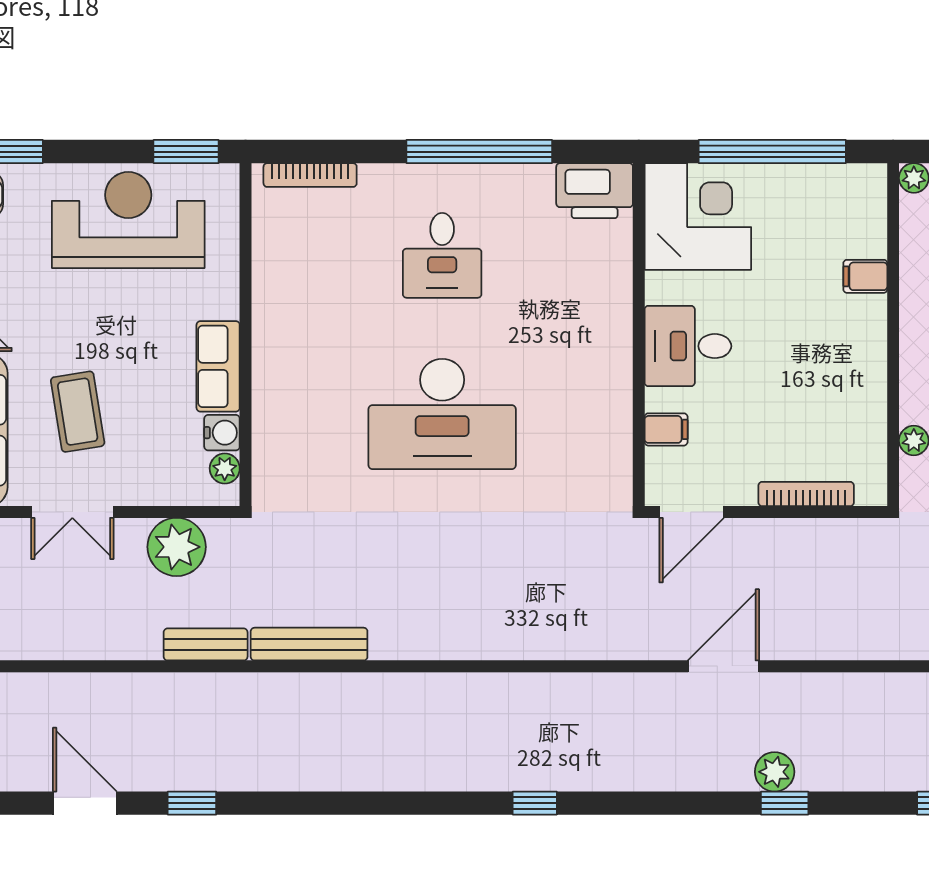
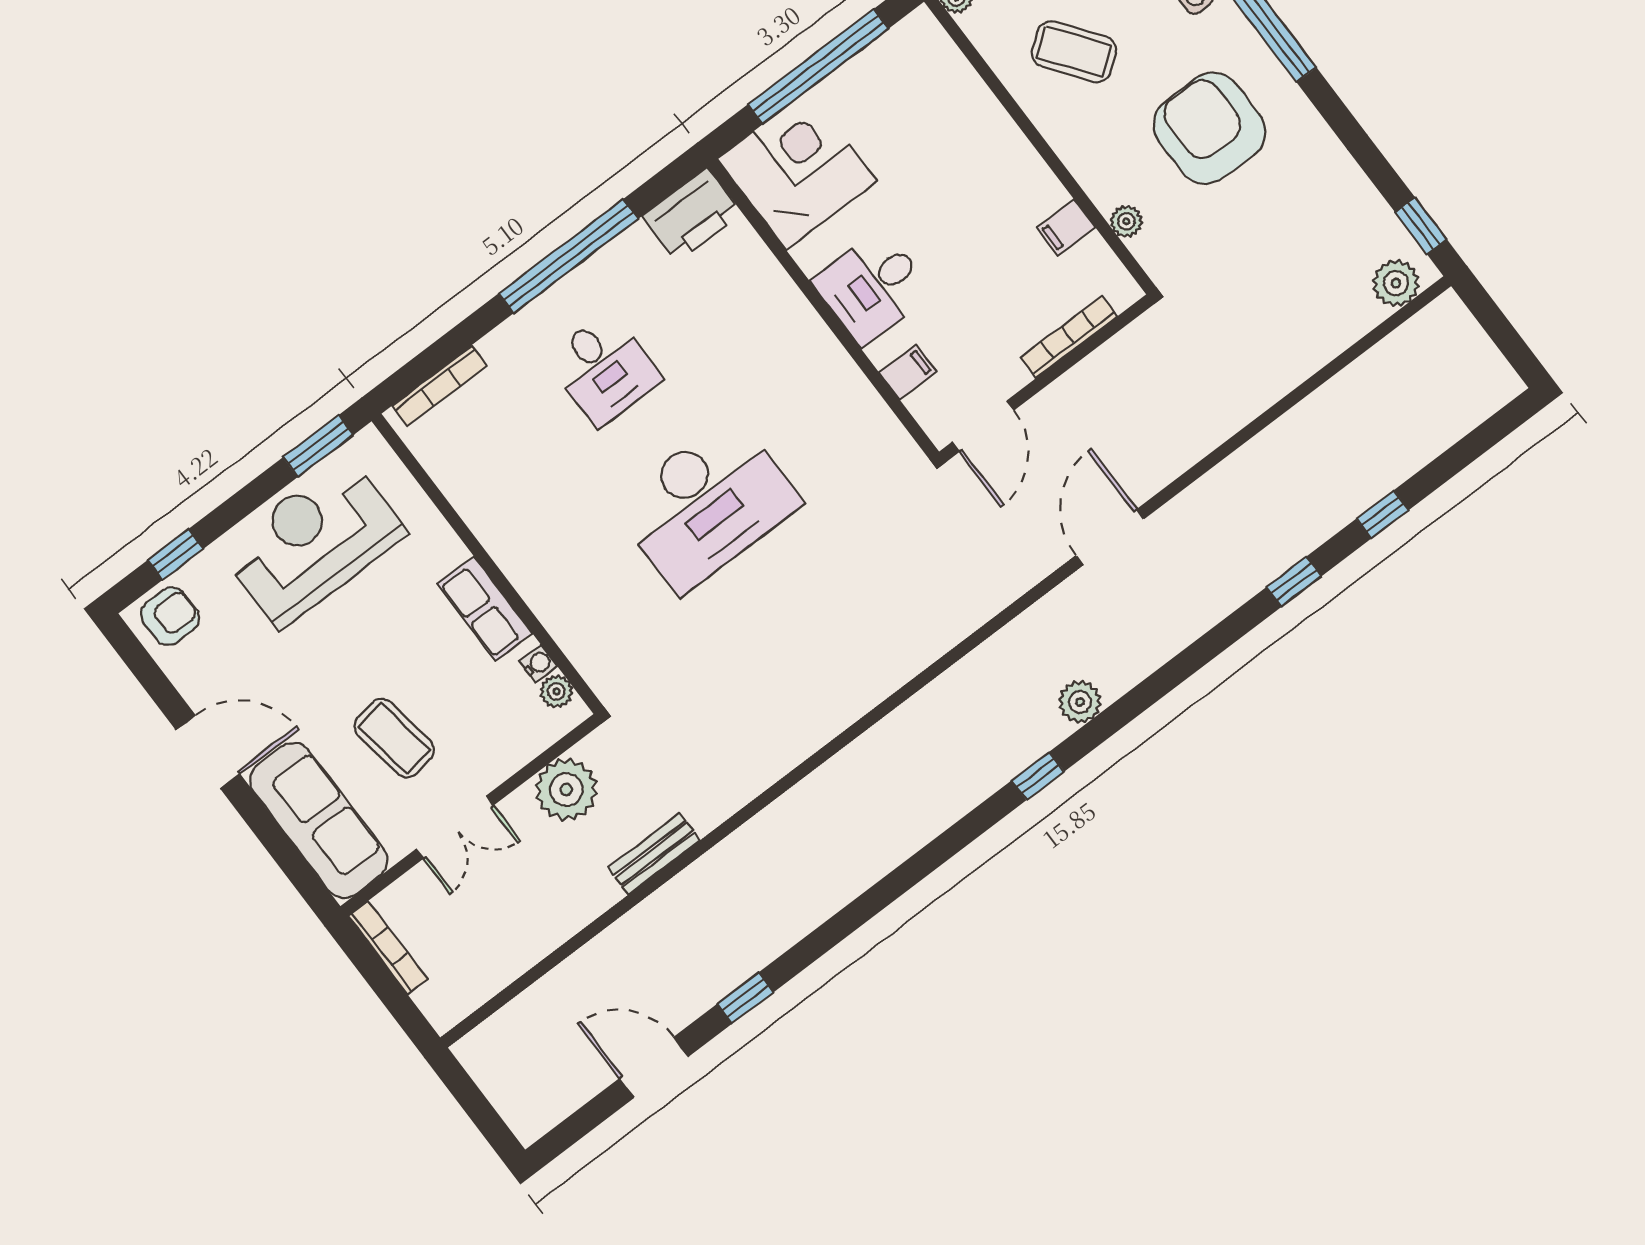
filing cabinet: (865, 276) -> (1066, 228), moved
water cooler: (222, 433) -> (538, 664), width x0.72, depth x0.72
bench: (309, 644) -> (742, 787), removed
plant: (775, 772) -> (1080, 702), moved
window: (785, 803) -> (1294, 582), moved

